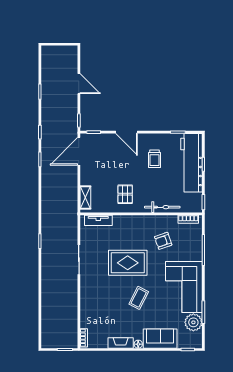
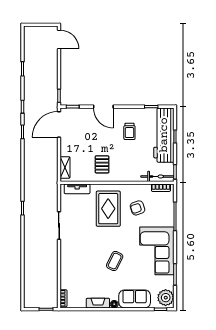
door: (79, 84) -> (59, 39), moved
bicycle: (162, 207) -> (157, 176), moved
rug: (128, 263) -> (108, 209), moved, turned 90
plant: (193, 322) -> (166, 298), moved

